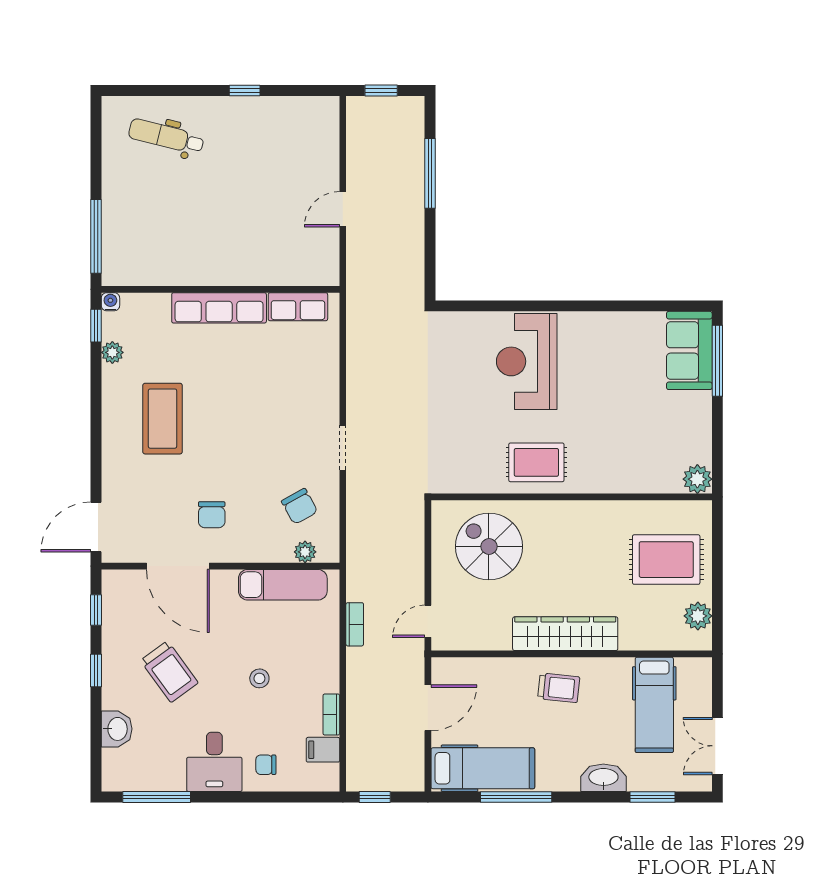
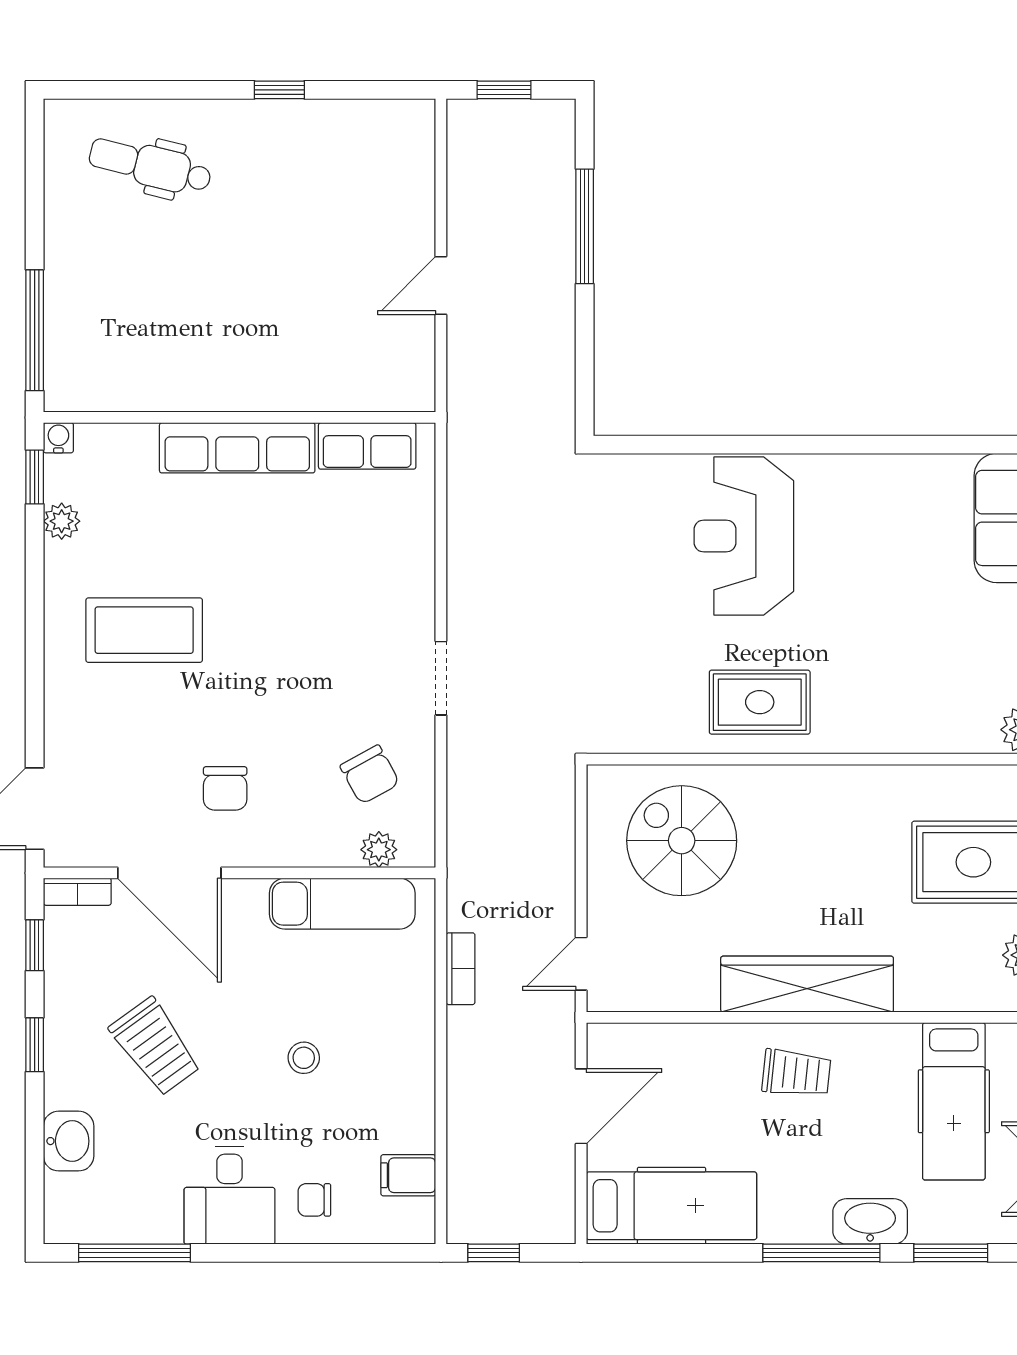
coffee table: (163, 419) -> (144, 630), turned 90
bookcase: (331, 714) -> (77, 892), moved, turned -90
window: (516, 797) -> (821, 1253), moved

